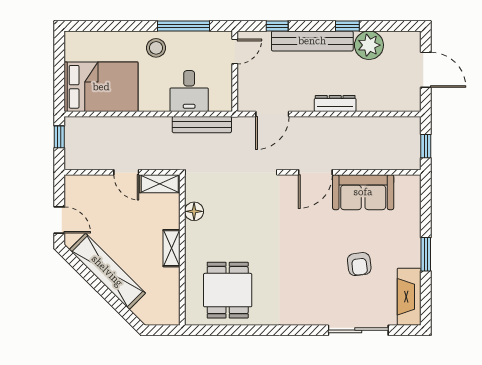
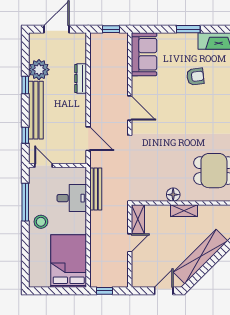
dresser: (335, 104) -> (81, 79), moved
sofa: (363, 192) -> (144, 54), moved
floor lamp: (194, 211) -> (173, 195), moved

